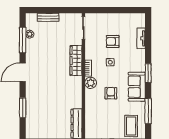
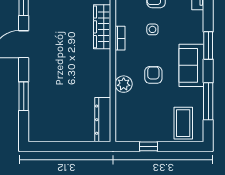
plant: (91, 83) -> (124, 84), moved

